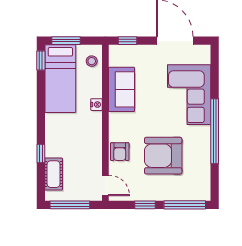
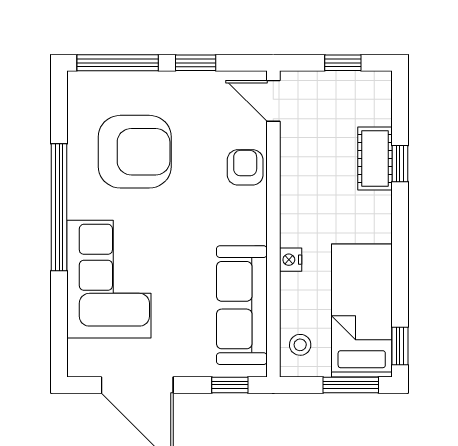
sofa: (121, 89) -> (242, 305), width x1.36
armchair: (163, 156) -> (135, 152), moved
cot: (54, 174) -> (375, 159), moved
window: (70, 205) -> (343, 63), width x0.46

